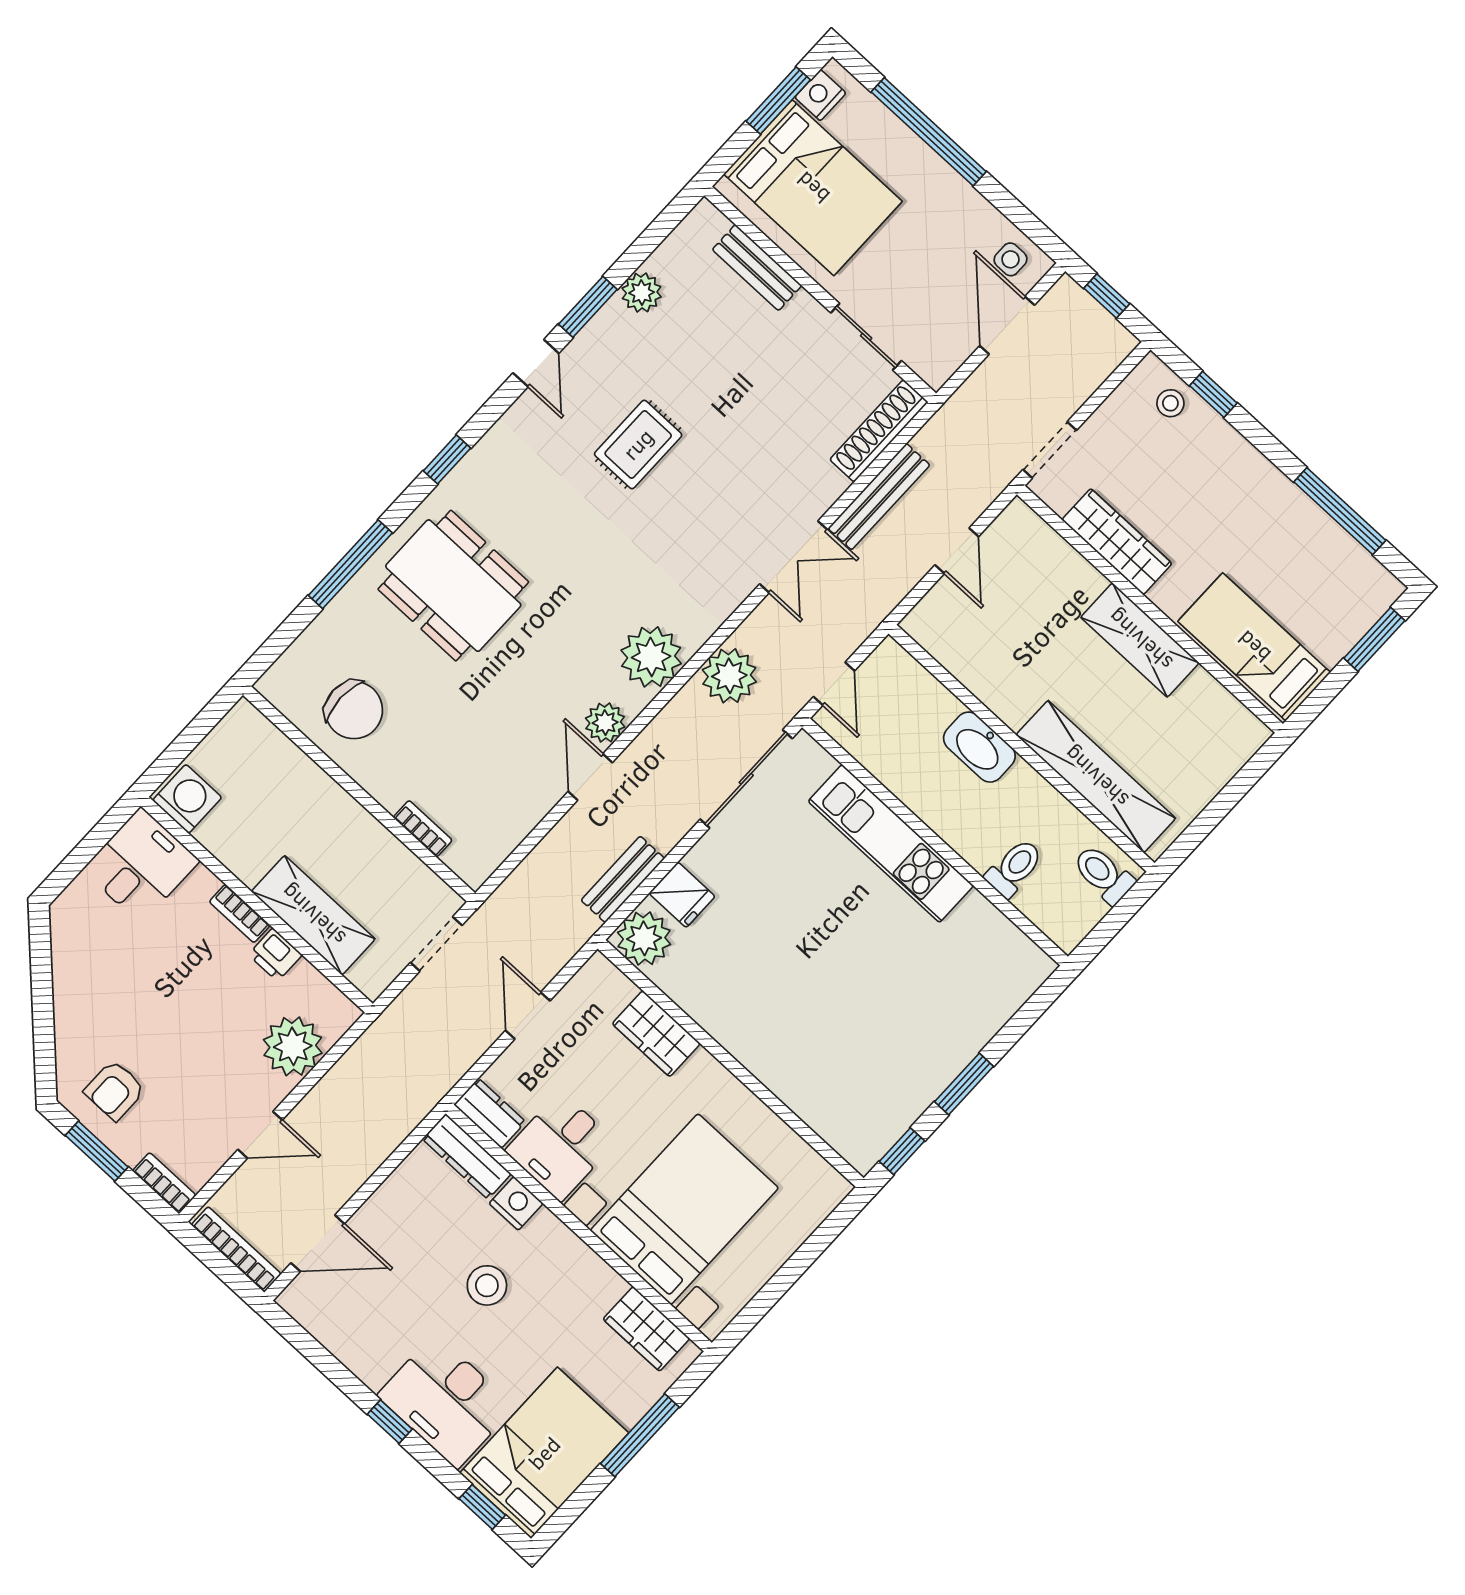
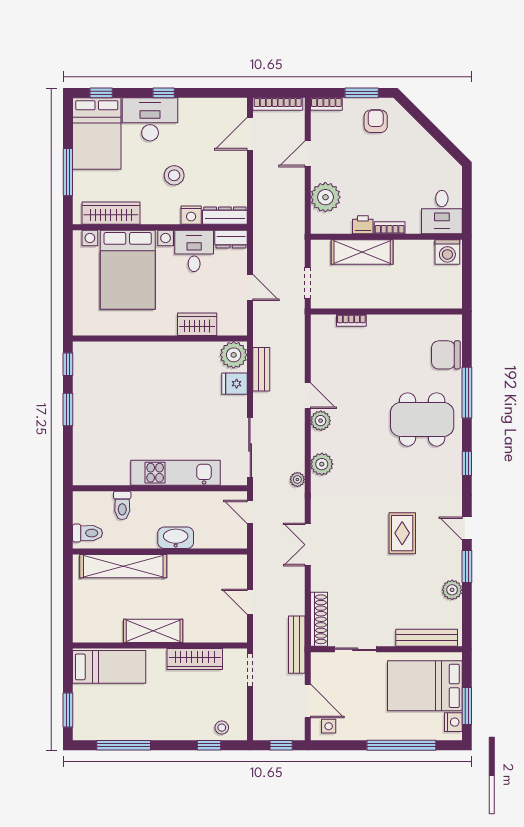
bench: (757, 268) -> (427, 638), width x1.36
bench: (879, 497) -> (297, 645), moved
plant: (651, 657) -> (322, 464), width x0.73, depth x0.73
plant: (729, 676) -> (297, 479), width x0.53, depth x0.53
chair: (354, 710) -> (446, 355), moved
wardrobe: (646, 1329) -> (111, 213), width x1.50

